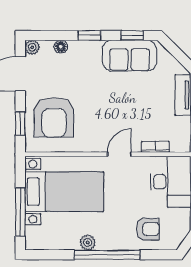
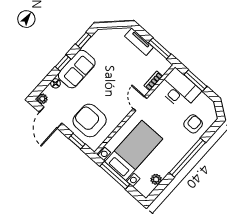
sofa: (130, 56) -> (77, 69), moved
armchair: (54, 117) -> (90, 120), turned 180
window: (20, 212) -> (115, 175), moved
plant: (88, 242) -> (156, 179), moved

